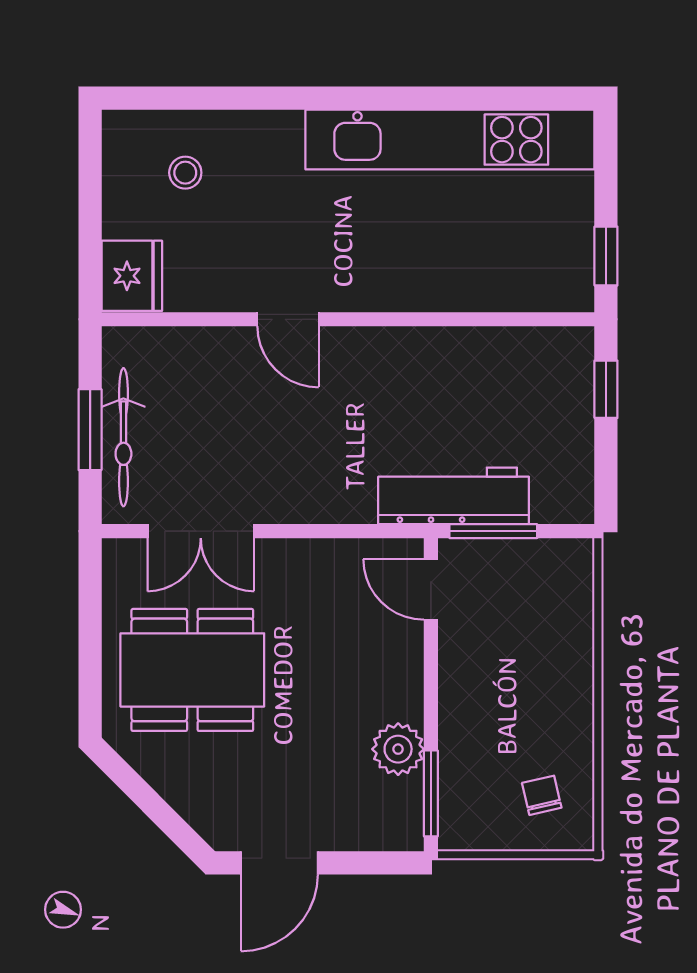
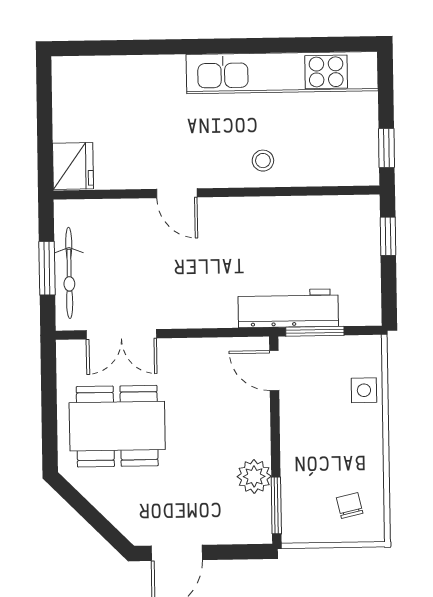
stool: (185, 173) -> (263, 161), moved
side table: (566, 621) -> (364, 390), added

